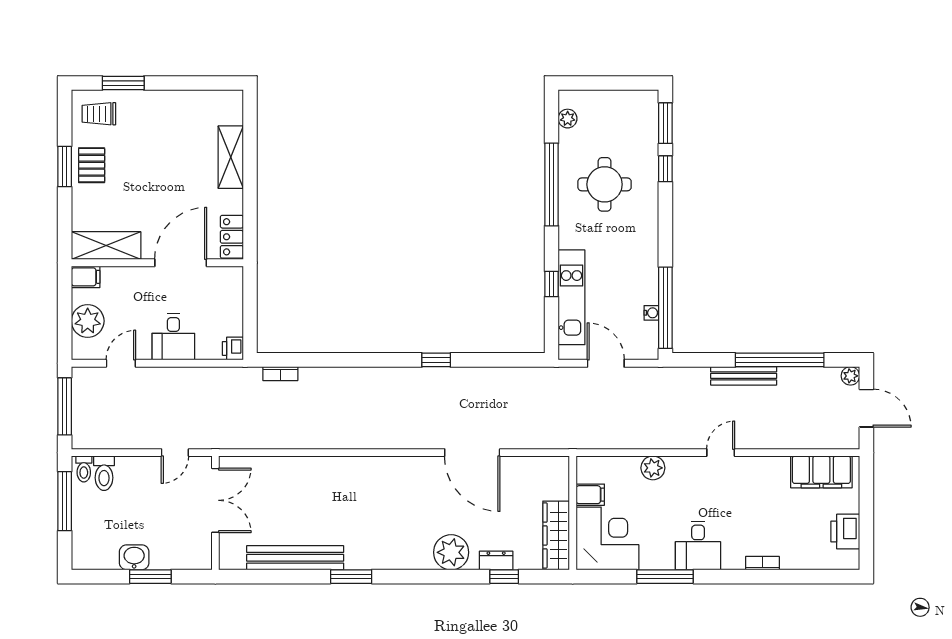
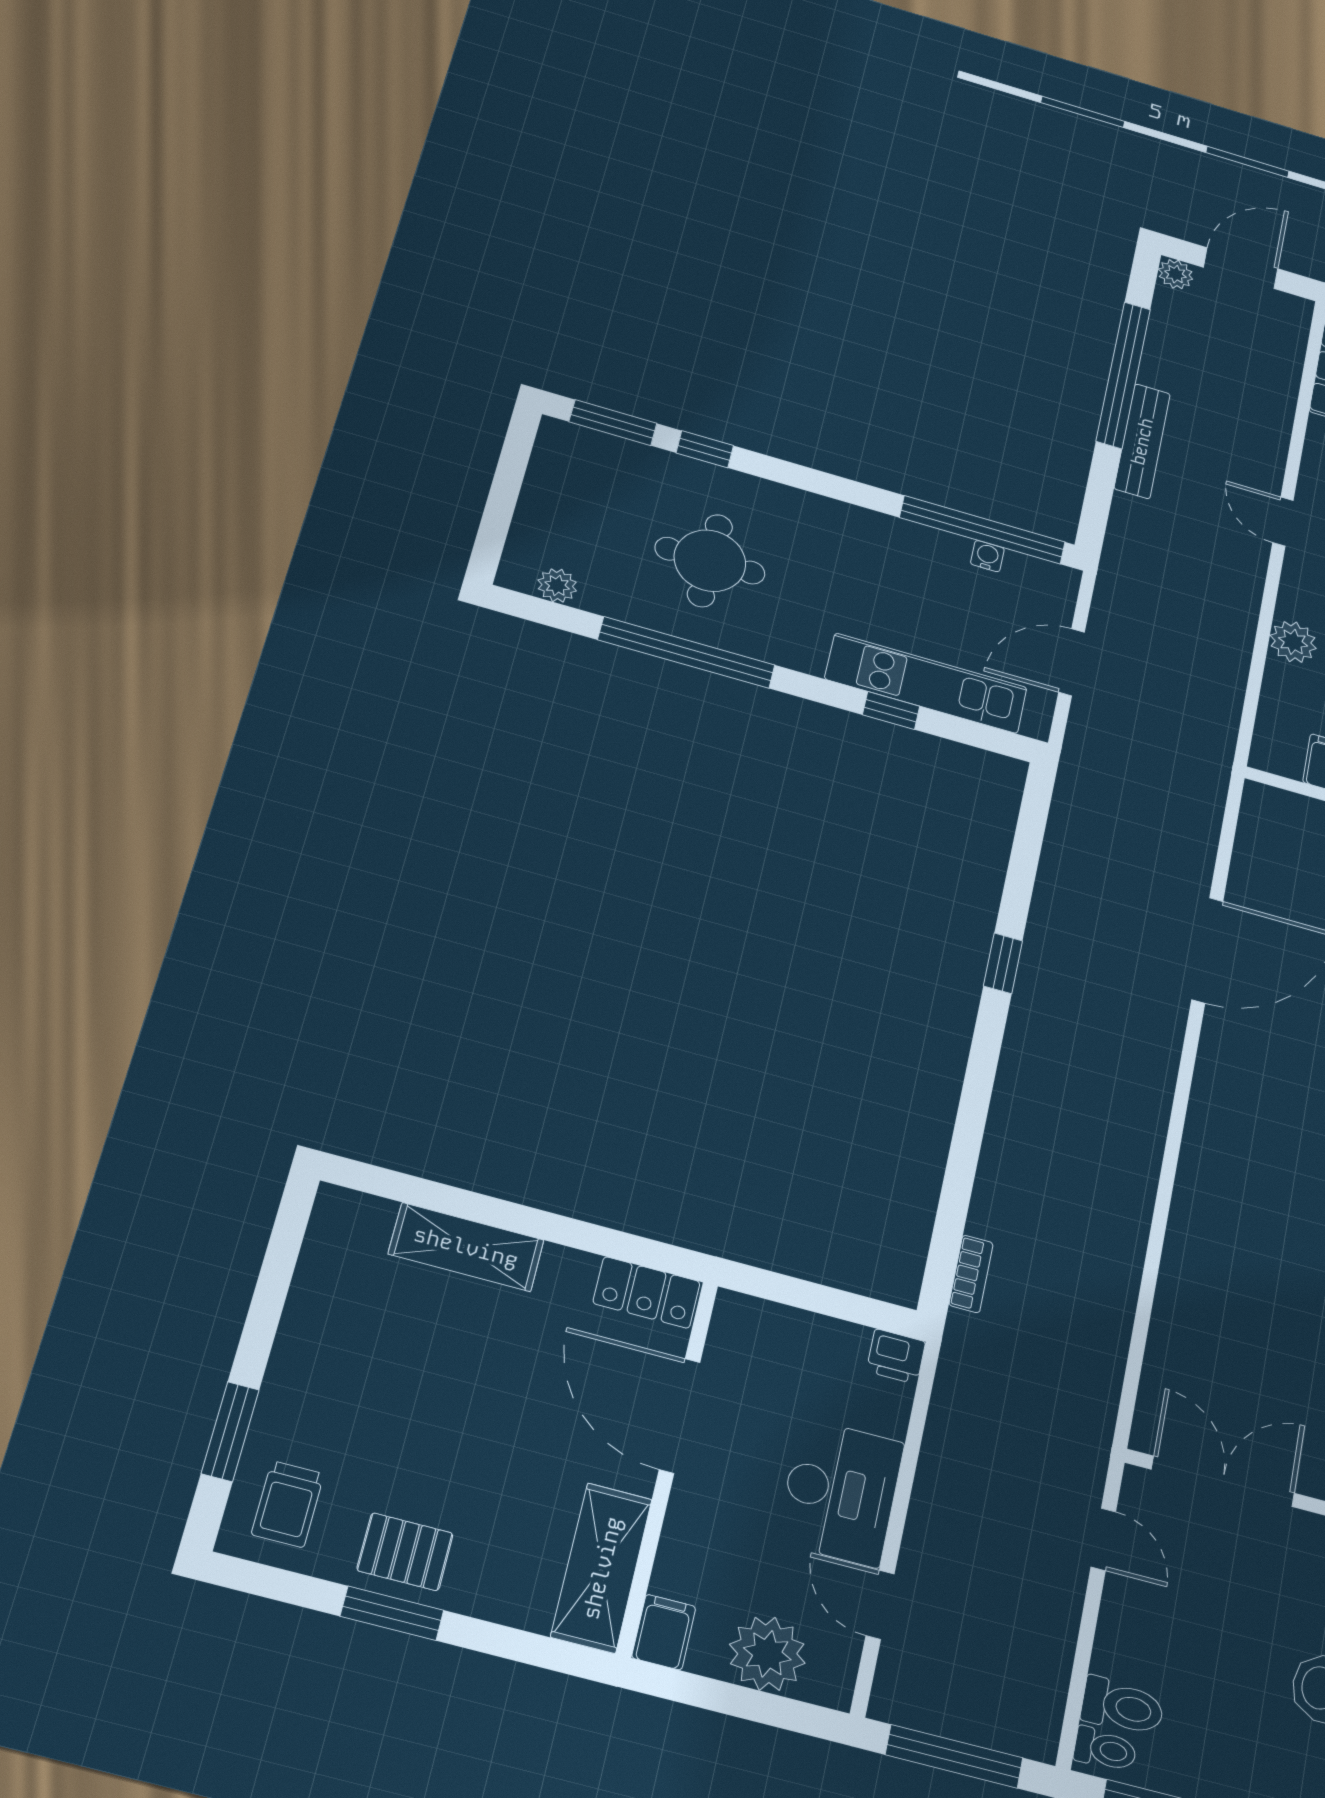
desk: (173, 337) -> (840, 1492), width x1.37

